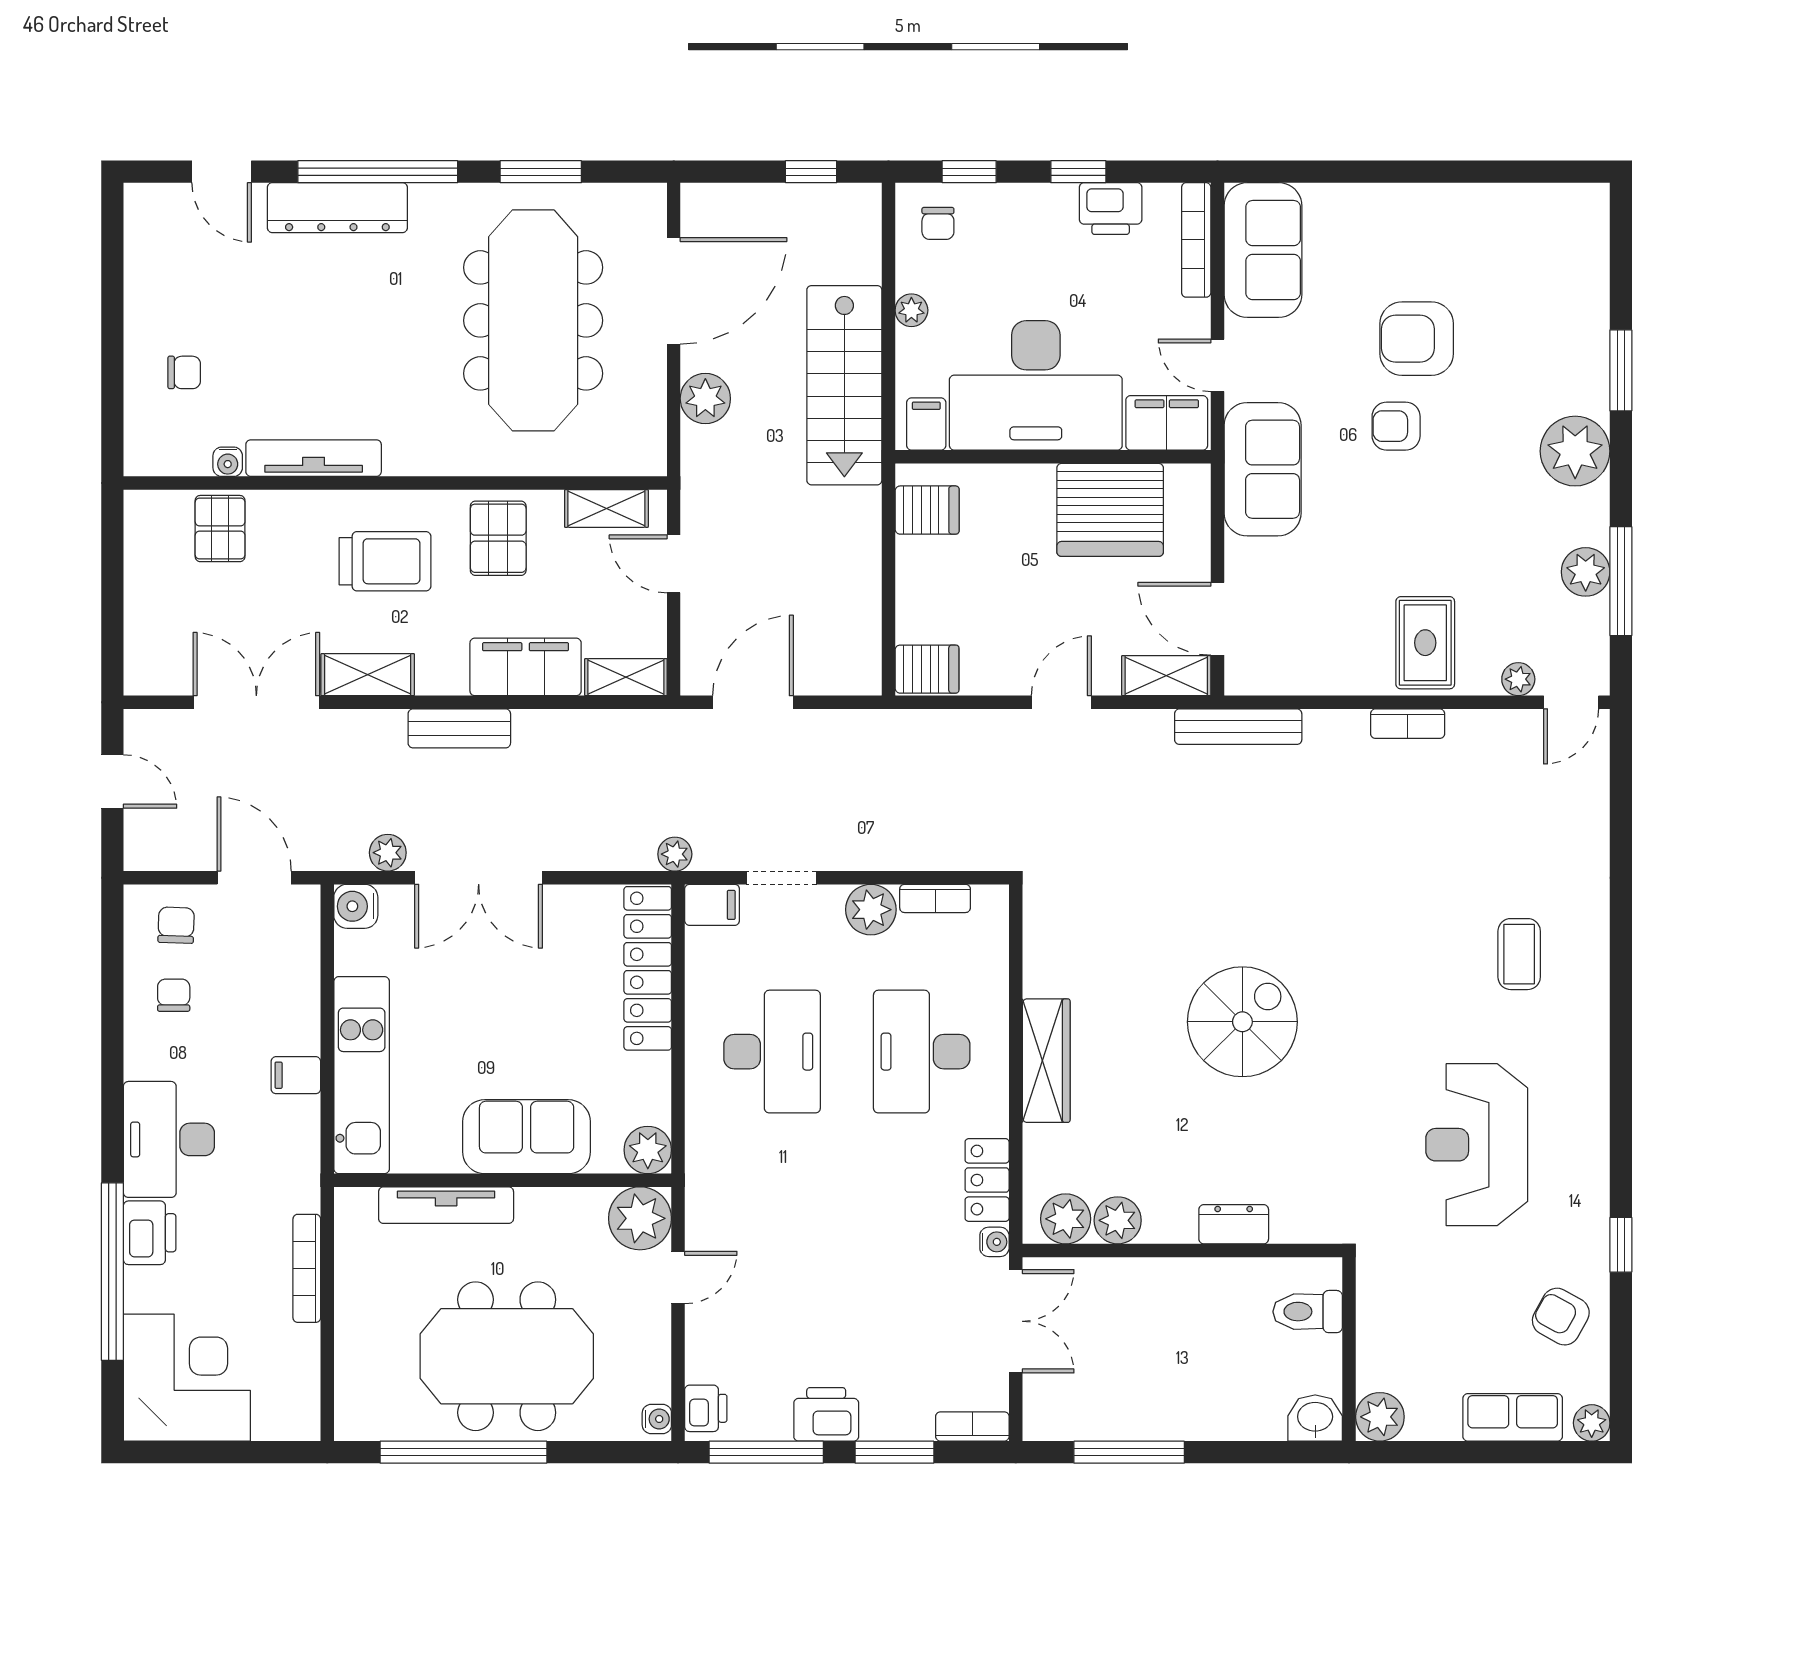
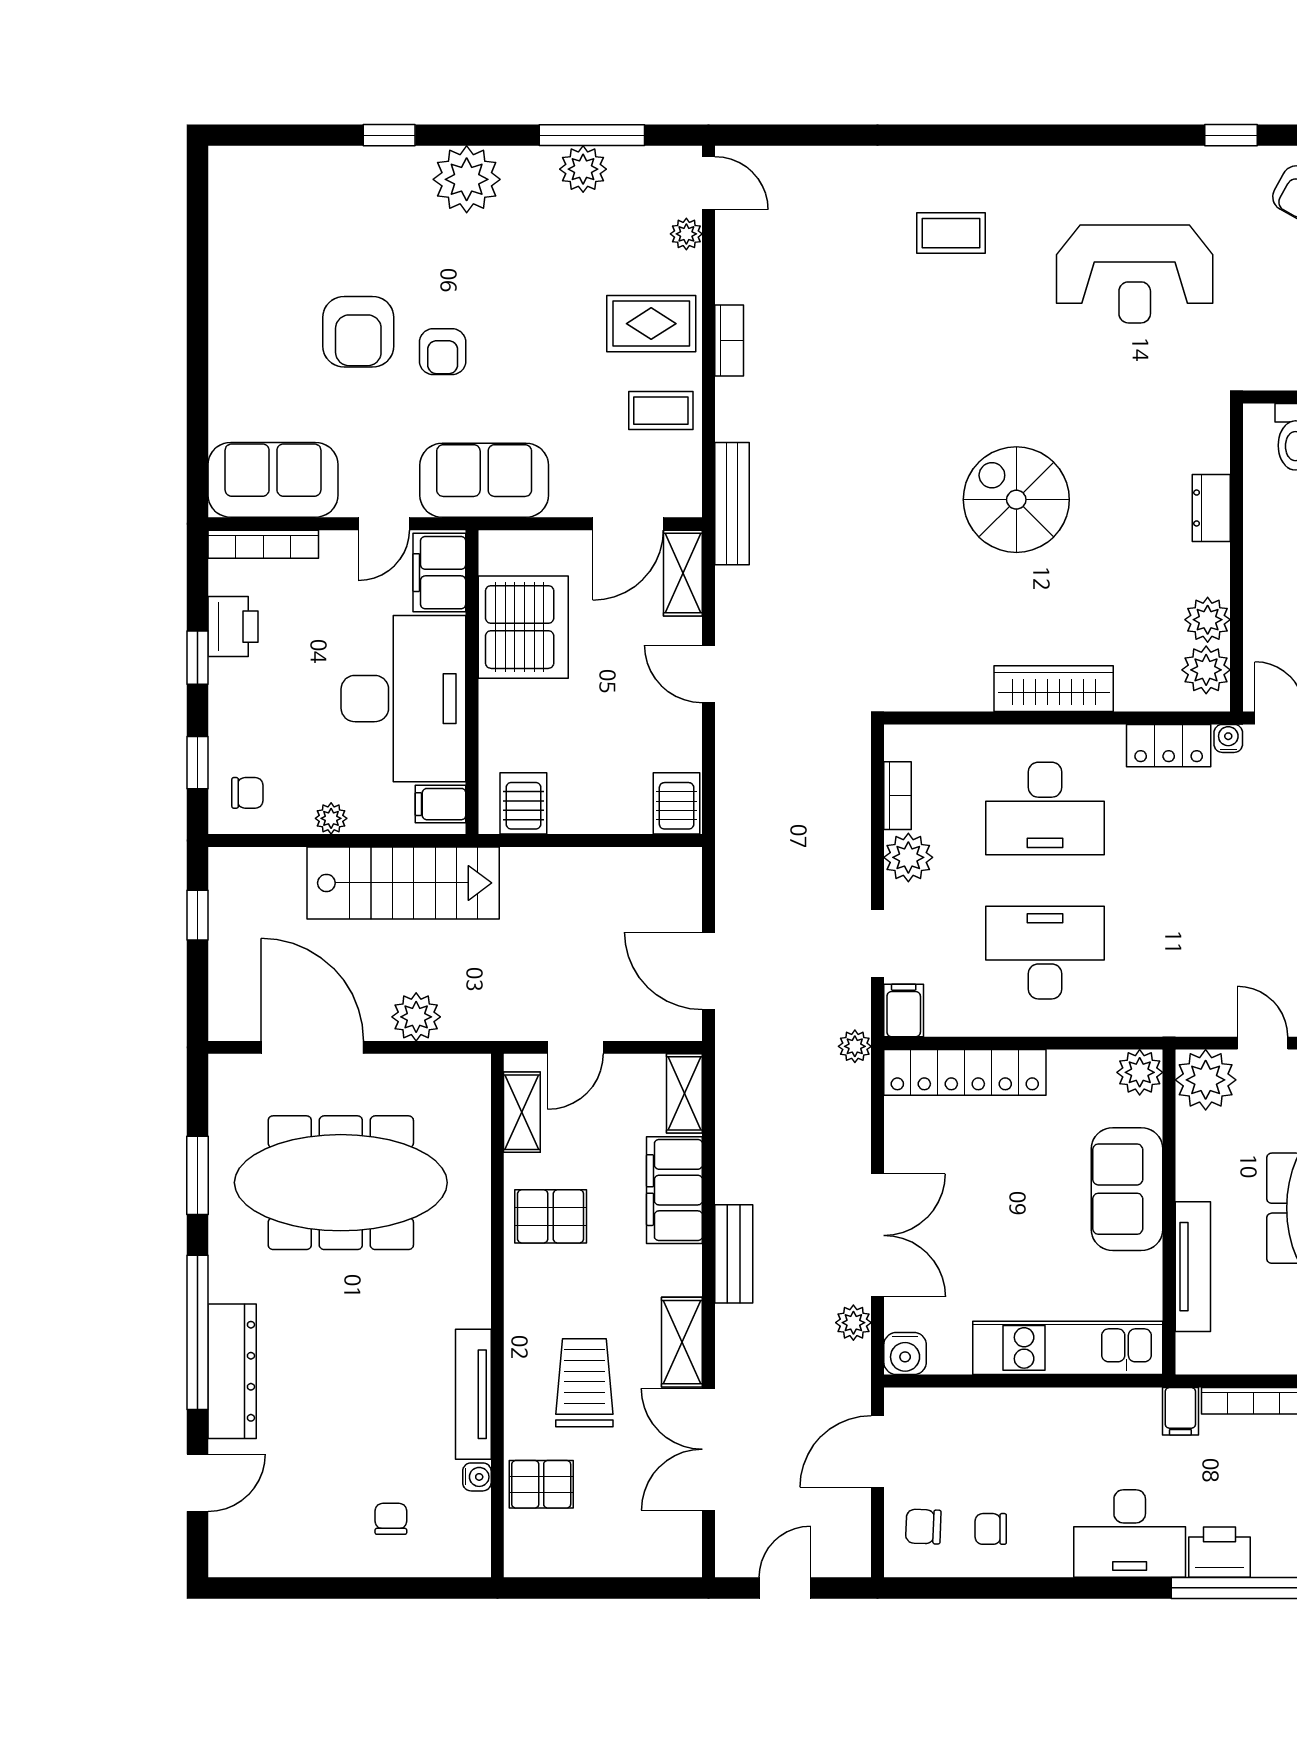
window: (1621, 370) -> (389, 135), width x0.67
trolley: (385, 561) -> (584, 1383), moved
coffee table: (1335, 653) -> (661, 411), added
filing cabinet: (296, 1075) -> (1180, 1411), moved

